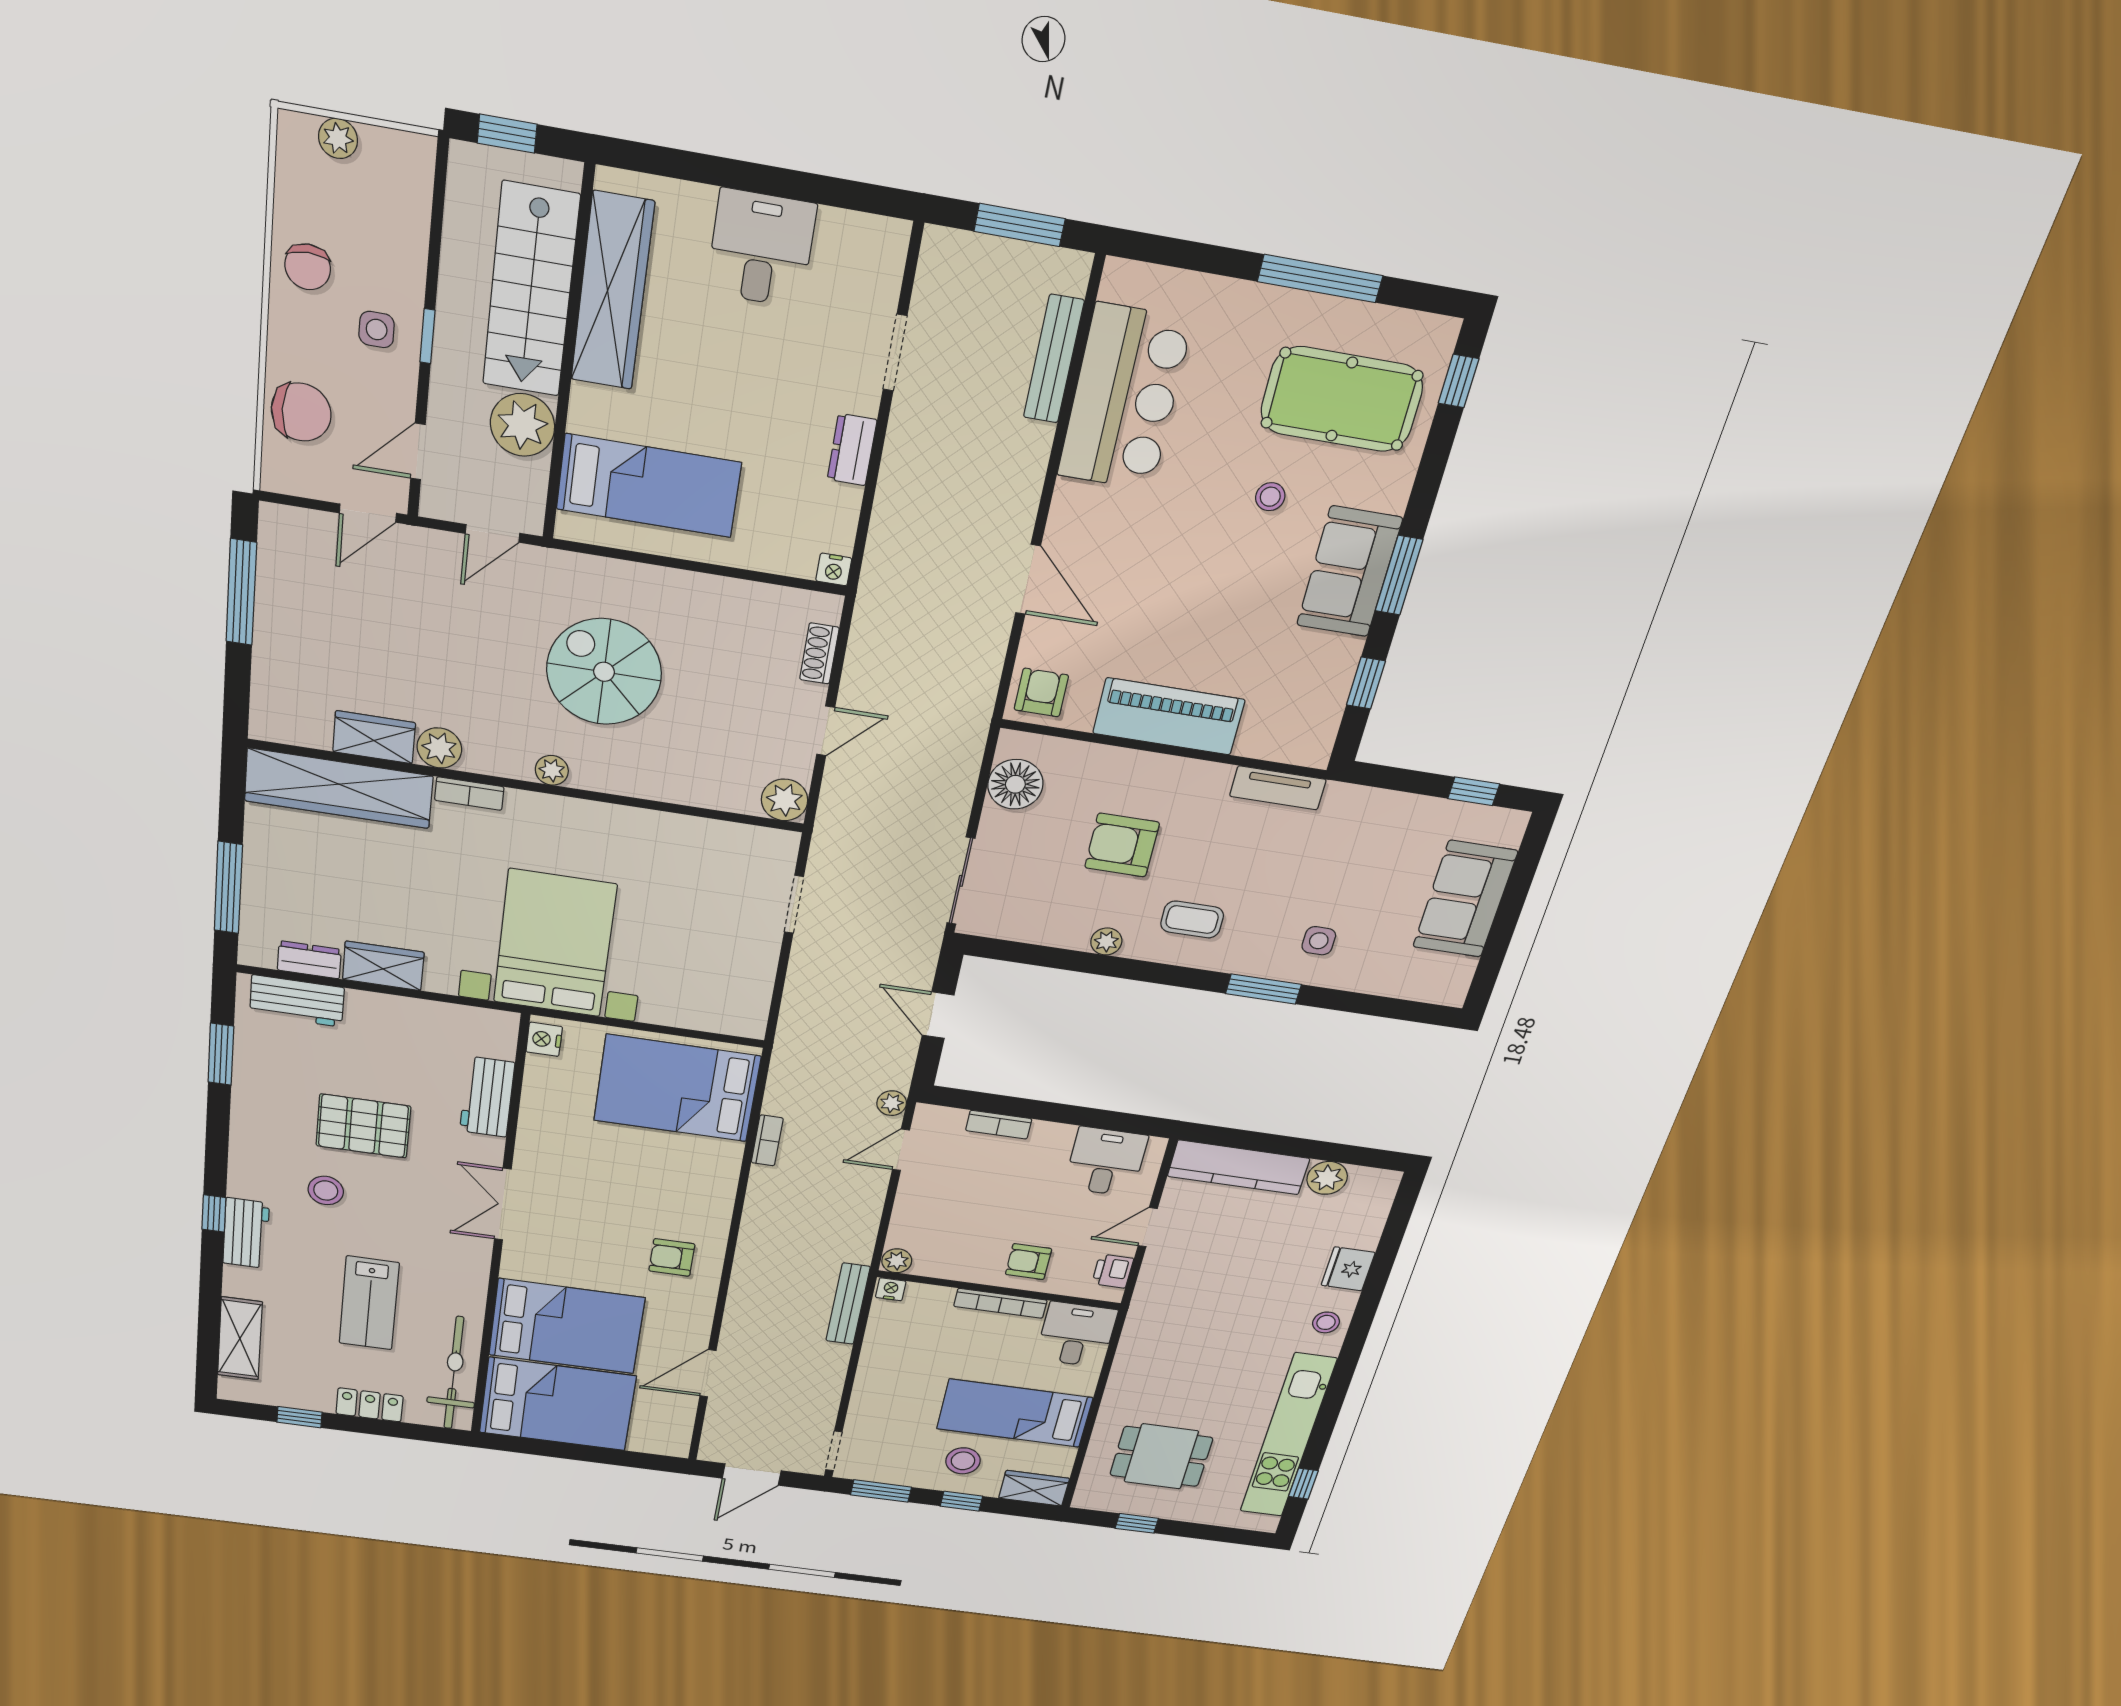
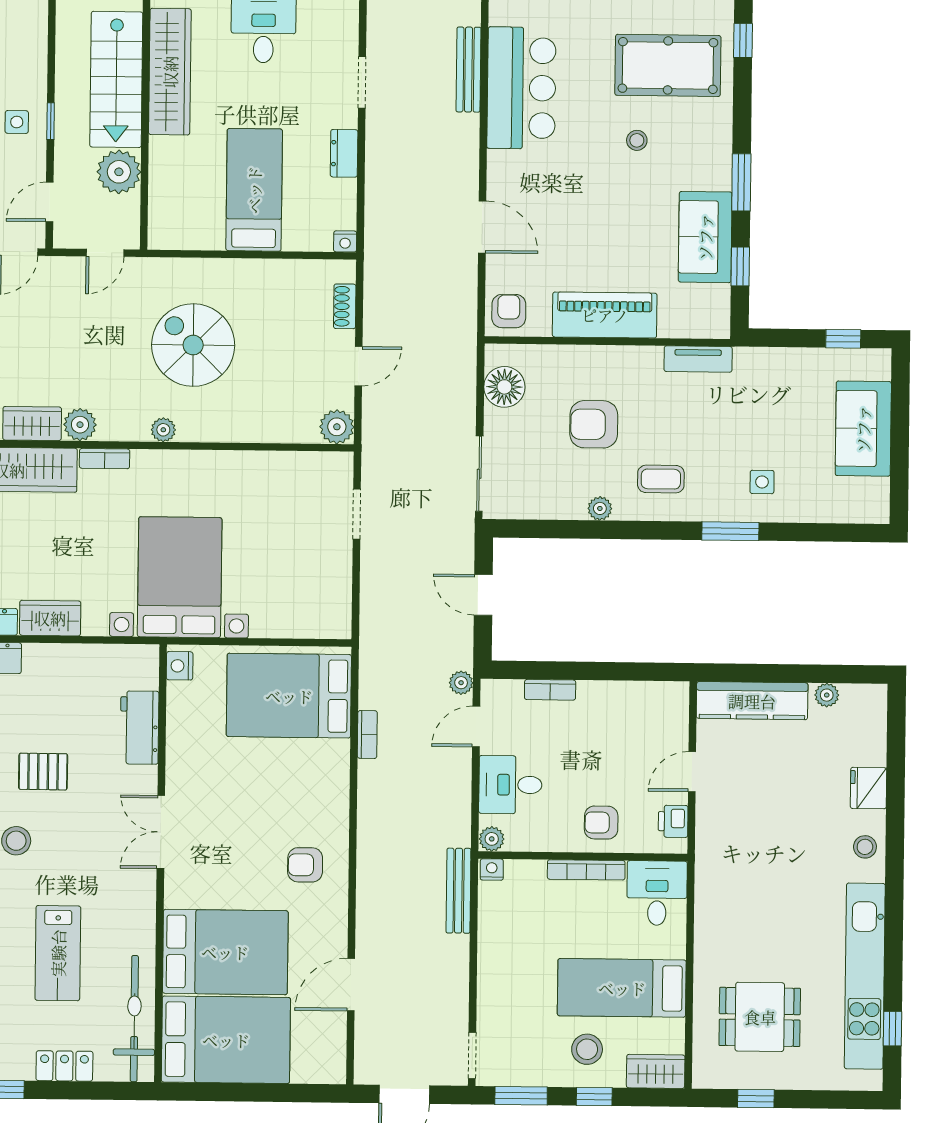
bed: (649, 486) -> (254, 190), moved, turned -90
sofa: (1349, 572) -> (705, 237), moved
pallet: (363, 1126) -> (43, 772), width x0.67, depth x0.71
desk: (1106, 1162) -> (510, 785), moved, turned -90
plant: (1327, 1178) -> (827, 695), width x0.73, depth x0.73

